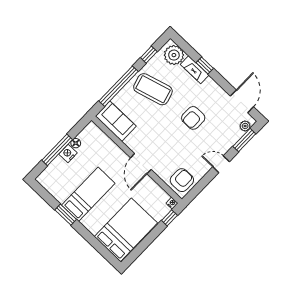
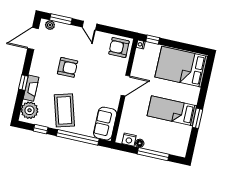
nightstand: (68, 153) -> (129, 140), moved

